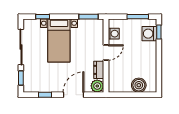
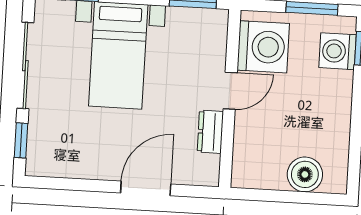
washing machine: (114, 34) -> (263, 47), width x1.89, depth x1.89
plant: (97, 86) -> (204, 171), removed
window: (45, 95) -> (77, 184), removed

